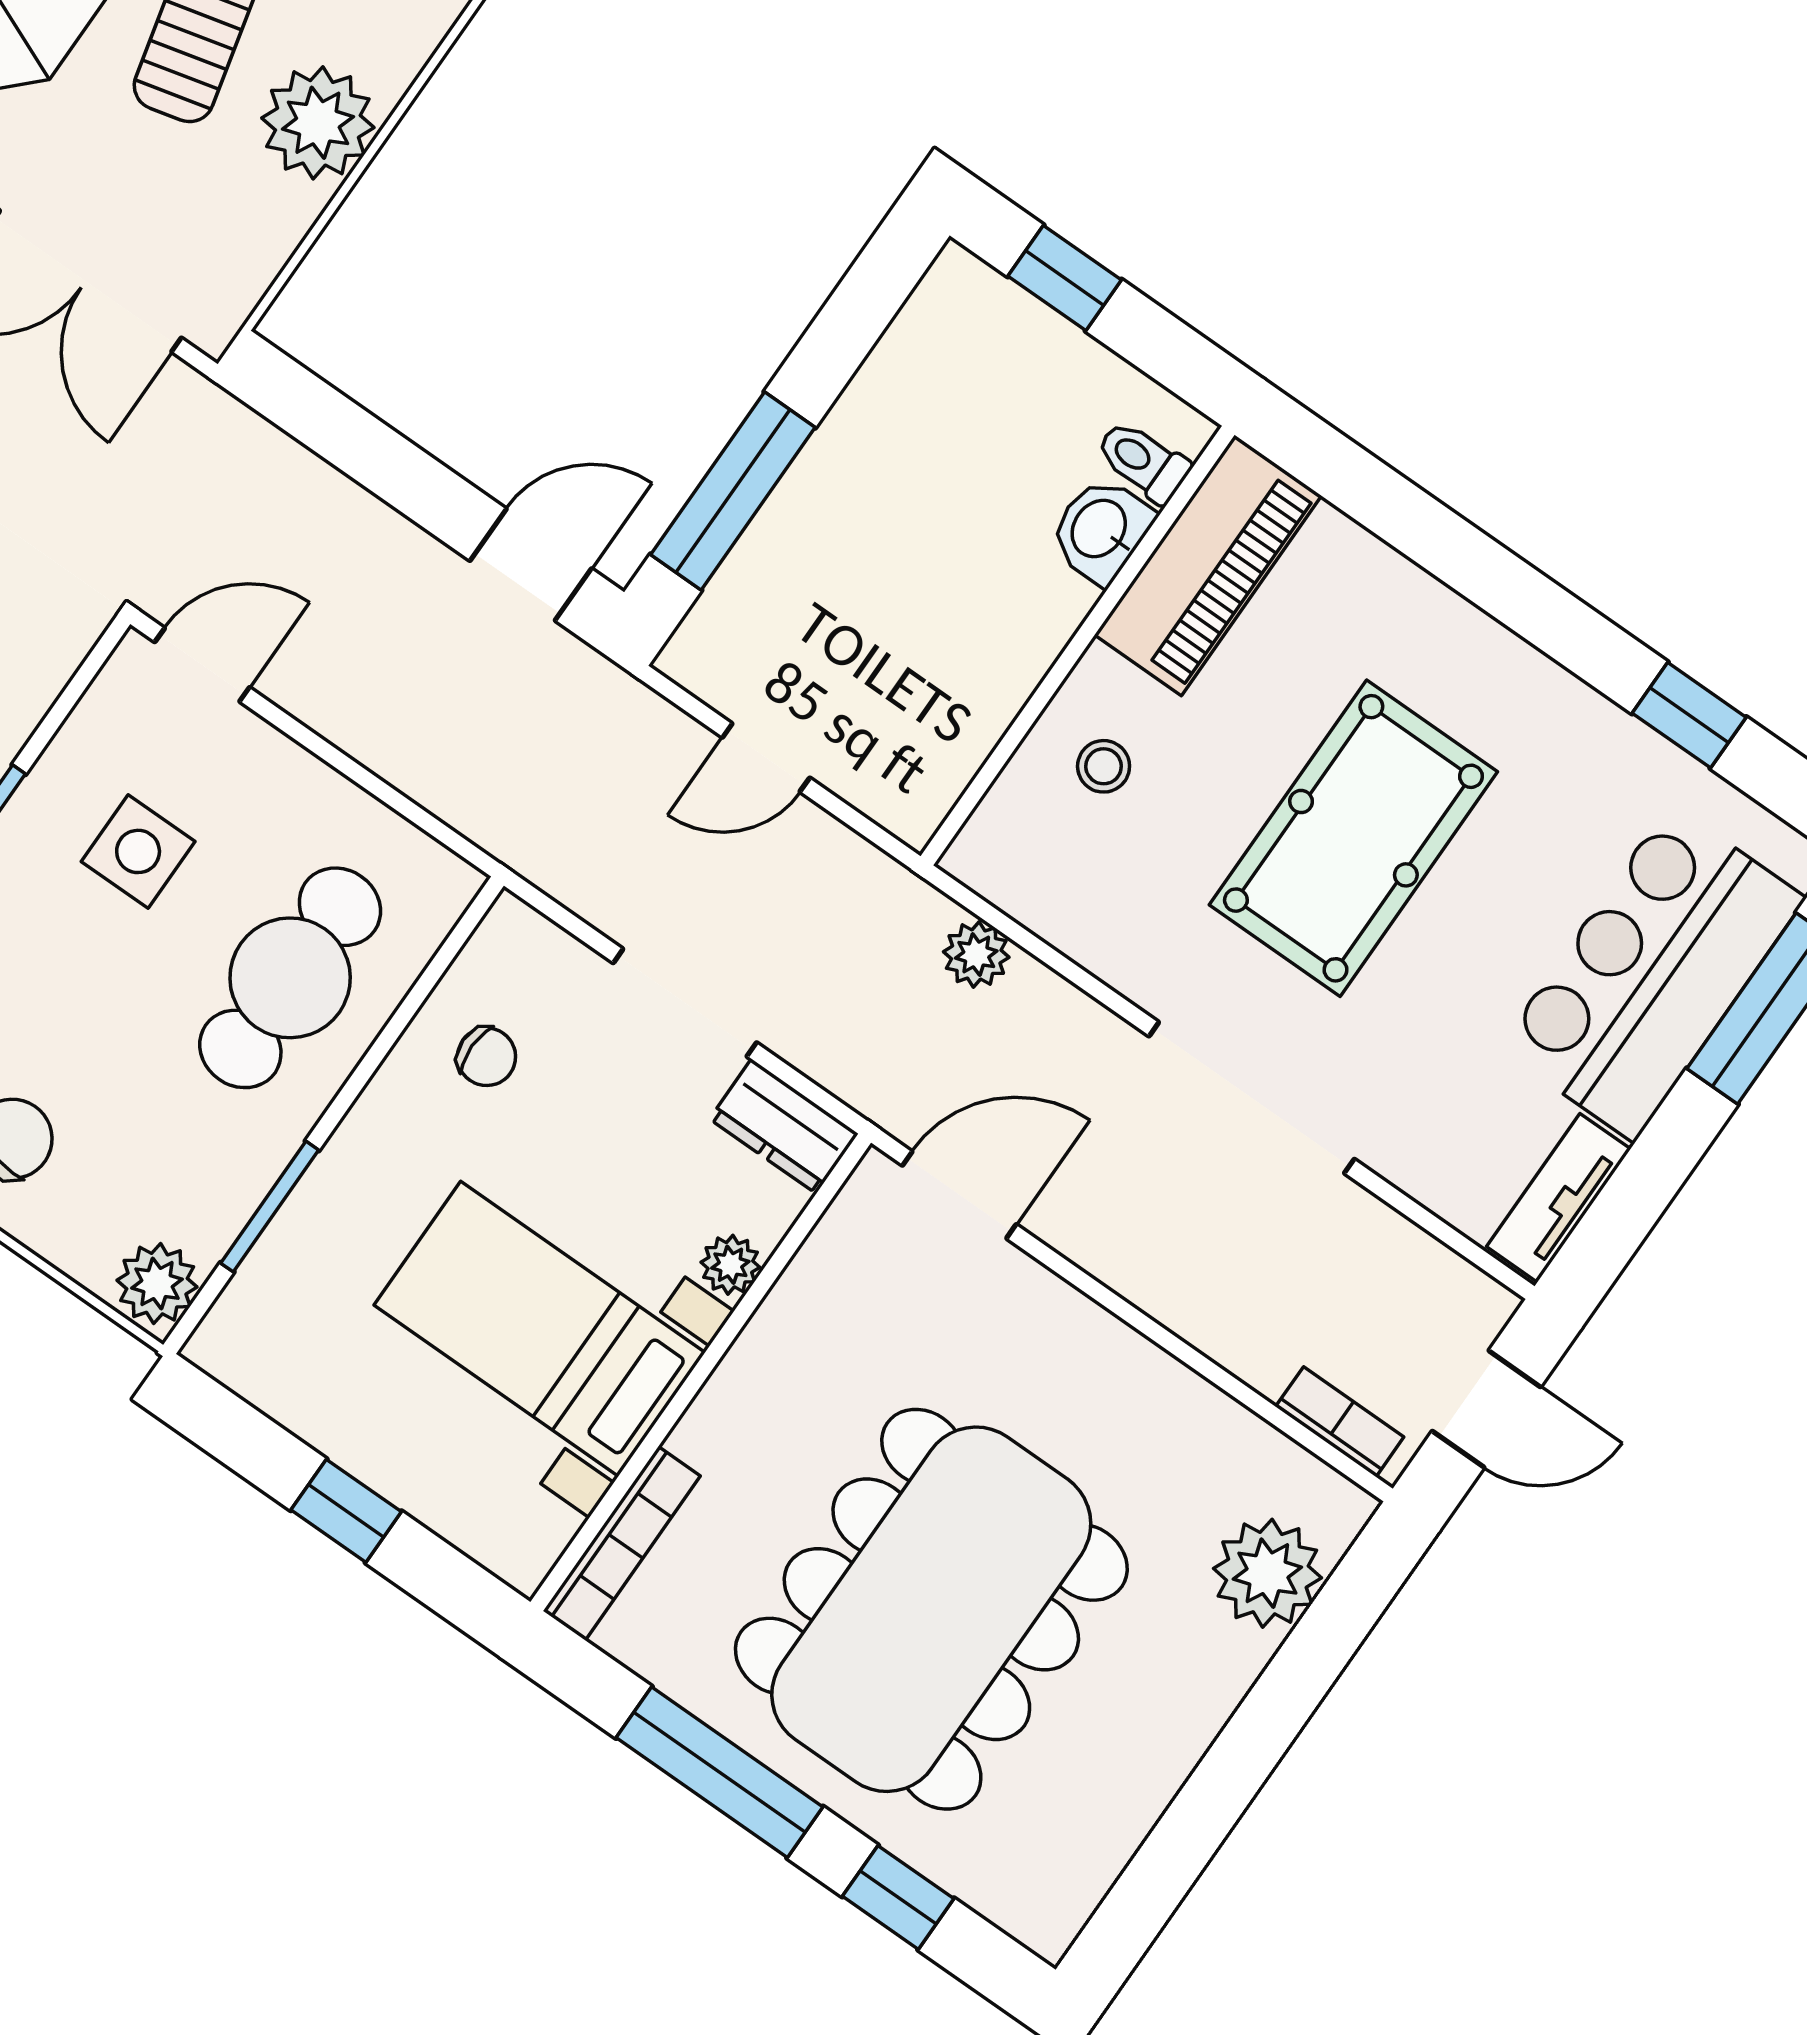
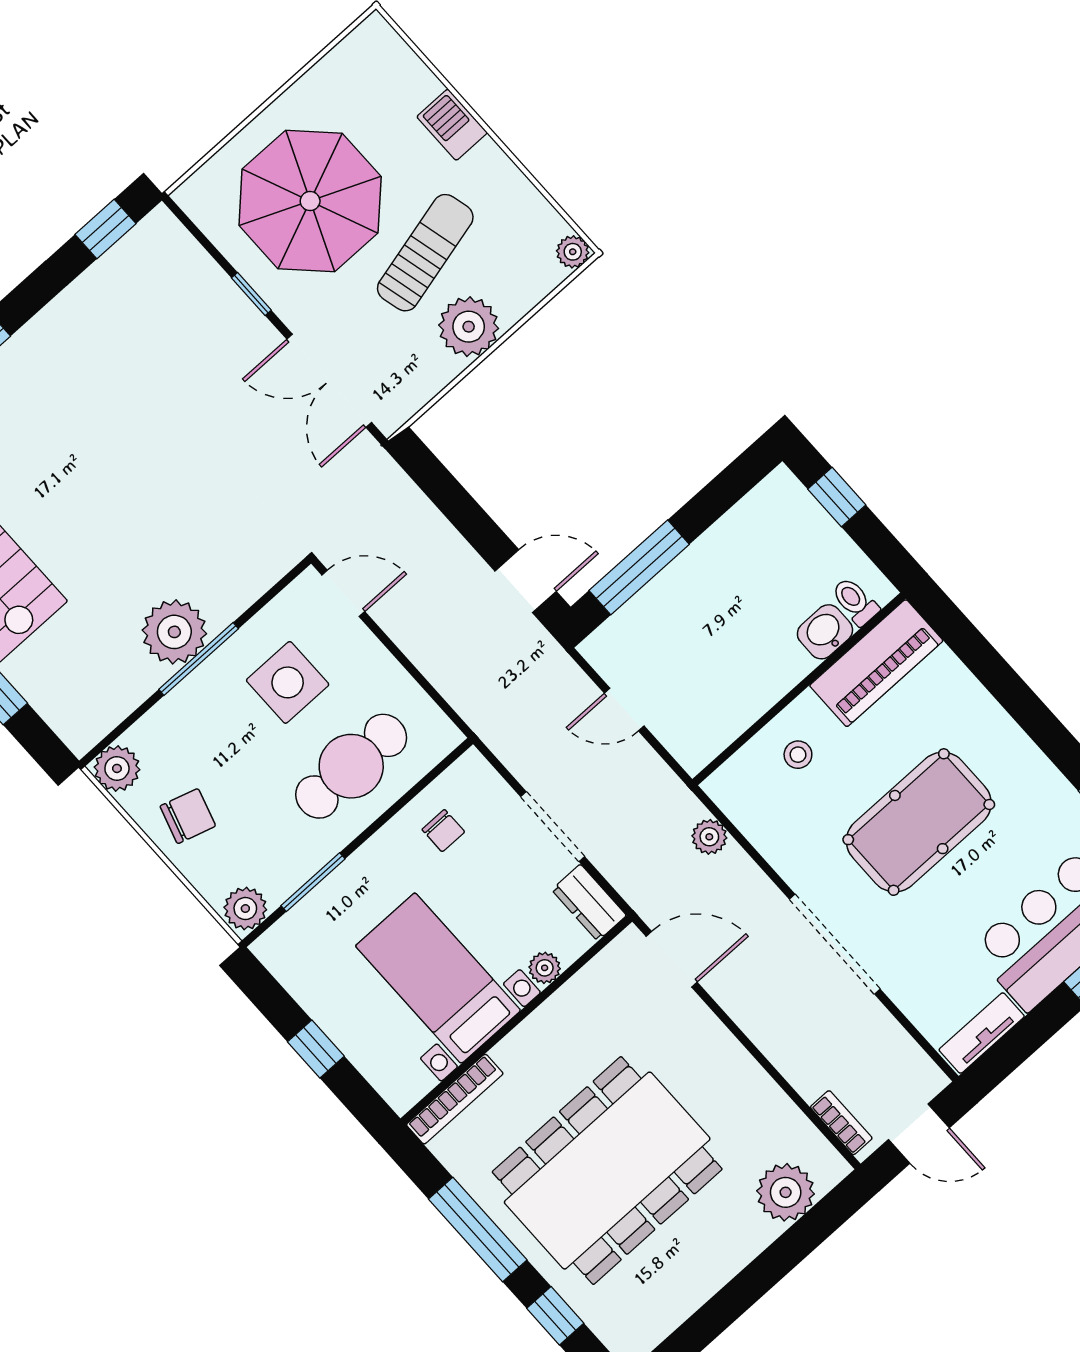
side table: (138, 851) -> (288, 682), width x1.37, depth x1.37

